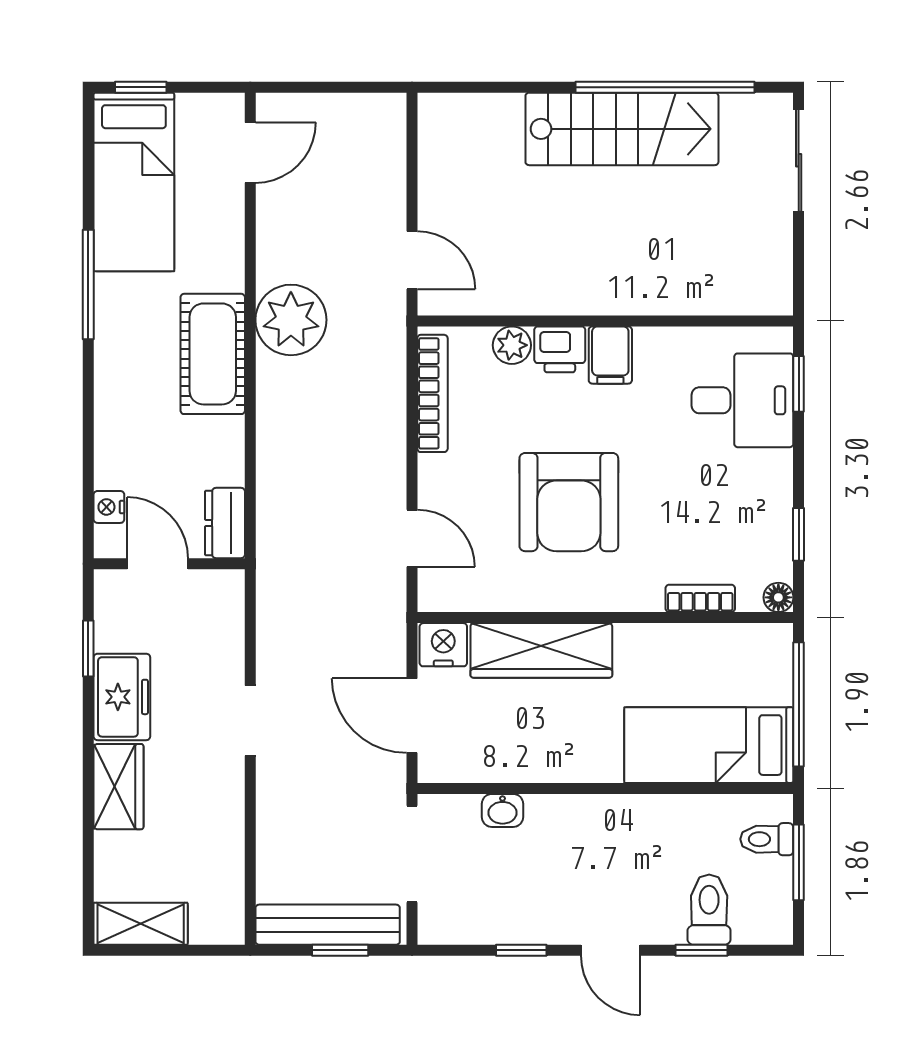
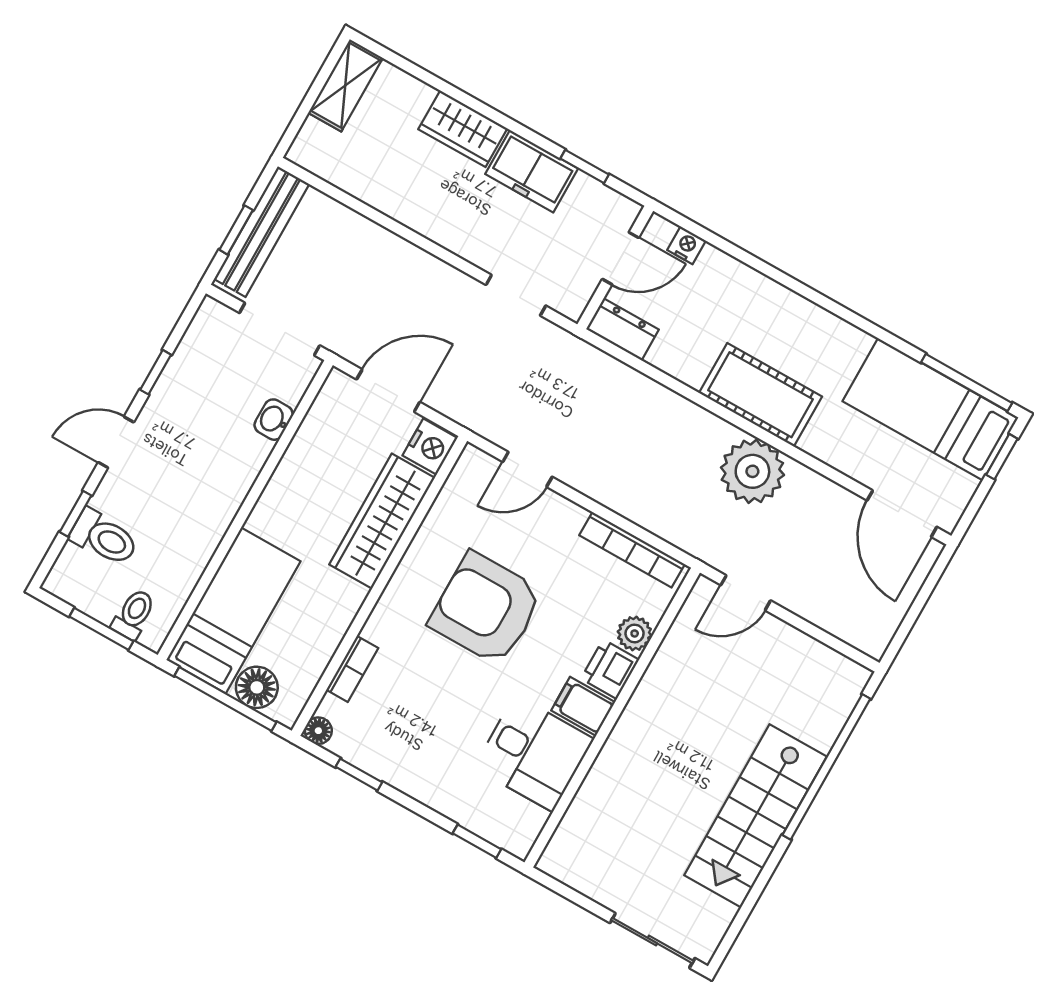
window: (665, 87) -> (826, 767), moved
door: (250, 153) -> (902, 514), width x1.38
window: (88, 284) -> (967, 383), moved
desk: (742, 400) -> (534, 753), moved, turned -90
floor lamp: (770, 680) -> (257, 687), added
doorway: (250, 721) -> (516, 295), moved

